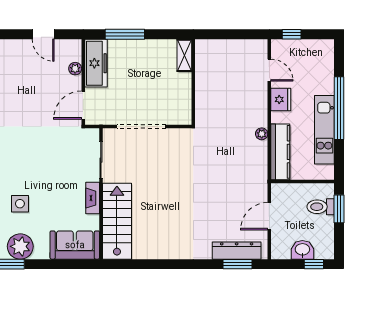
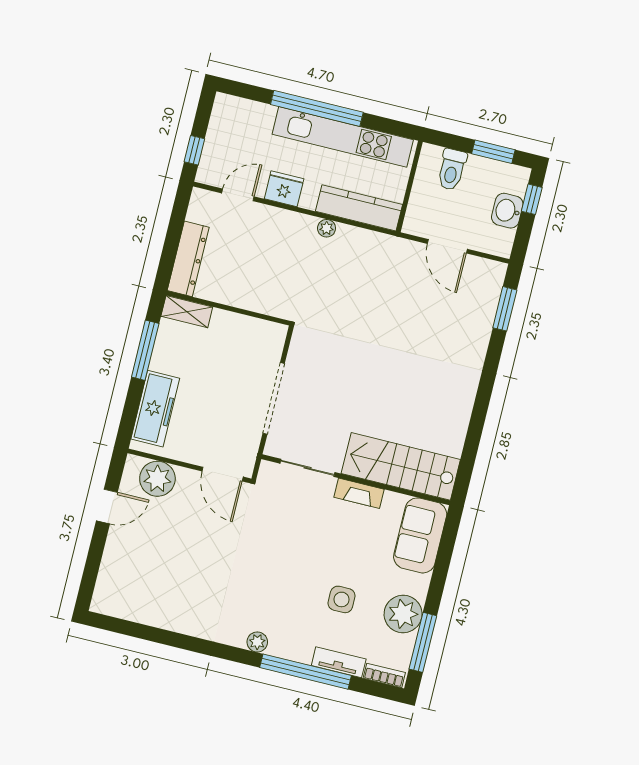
window: (125, 34) -> (145, 350), moved
freezer: (96, 63) -> (155, 409), moved, turned 90
plant: (75, 69) -> (157, 479), width x1.88, depth x1.88
kitchen unit: (324, 130) -> (343, 137), width x1.36
window: (339, 209) -> (493, 152), moved
dresser: (237, 251) -> (188, 259), moved, turned 180

